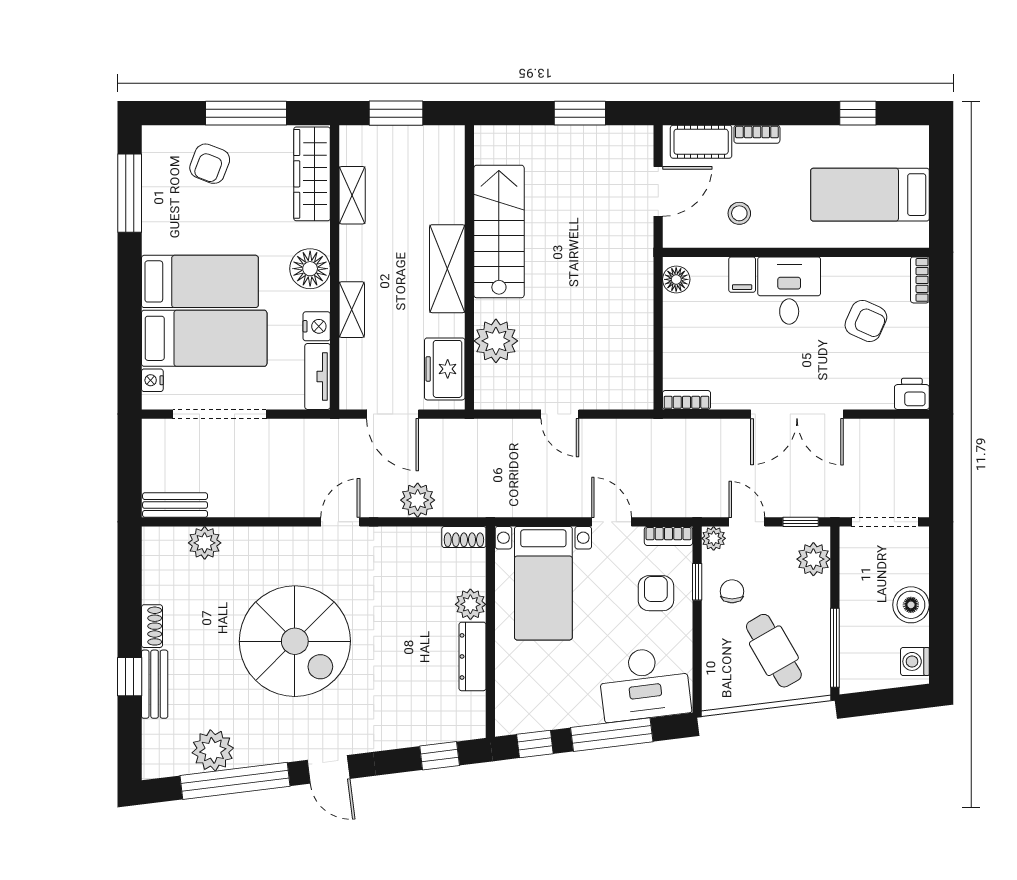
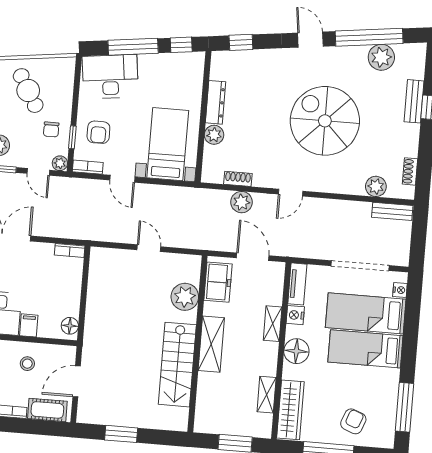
shoe rack: (464, 537) -> (238, 179), moved
shoe rack: (152, 626) -> (410, 171), moved

